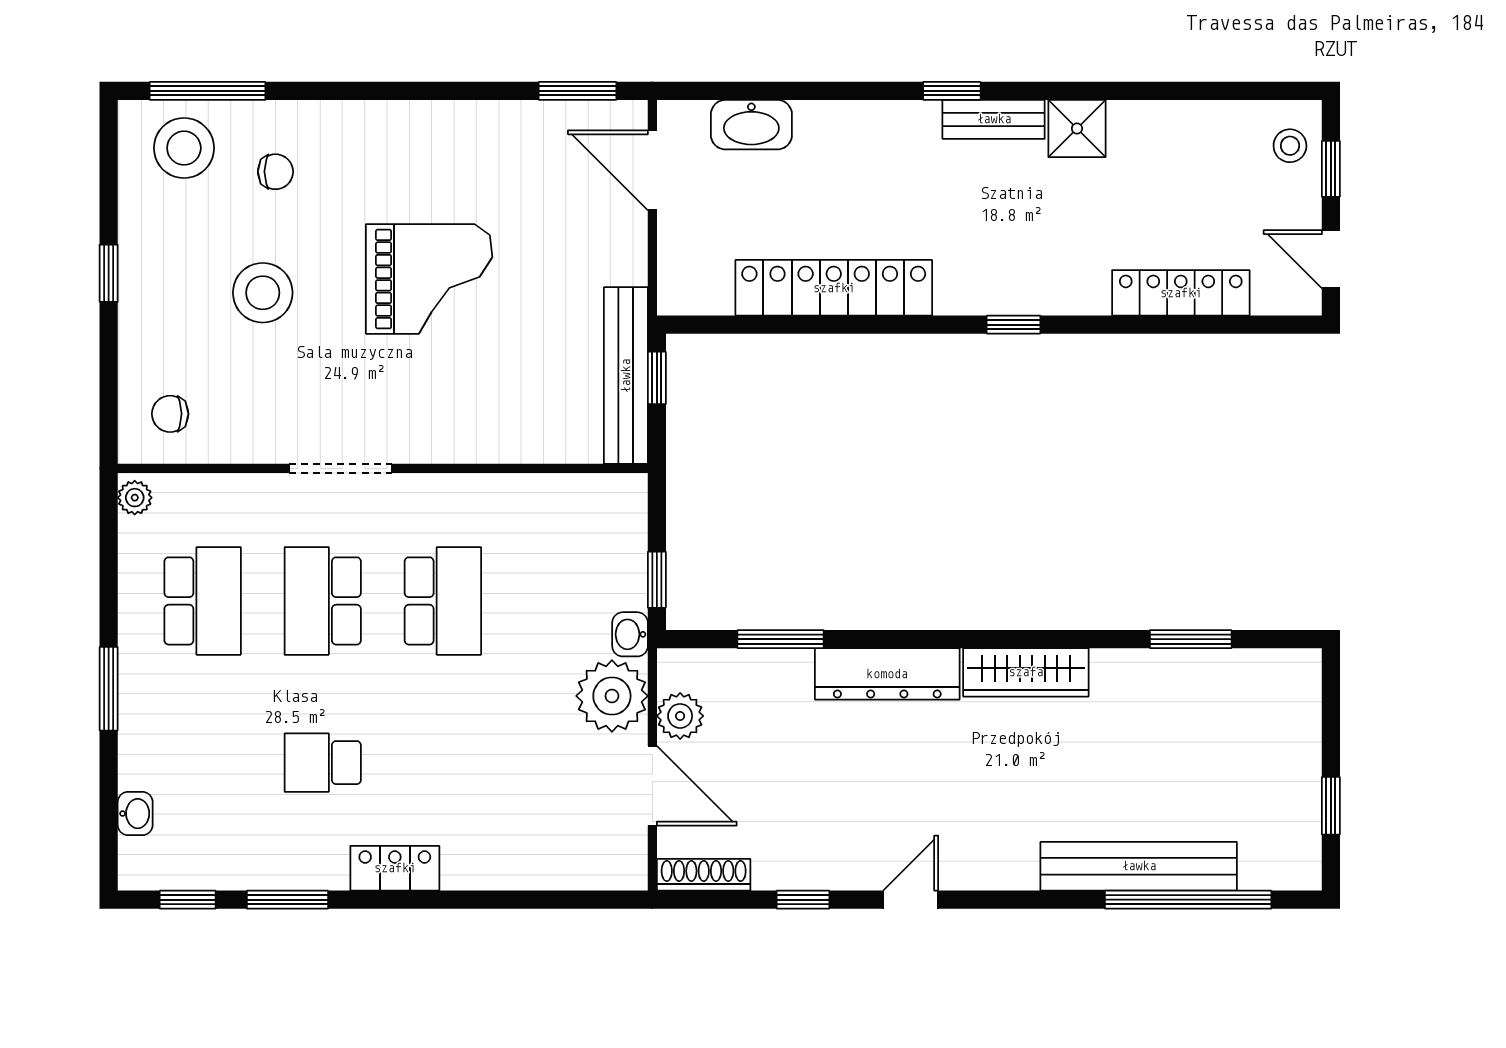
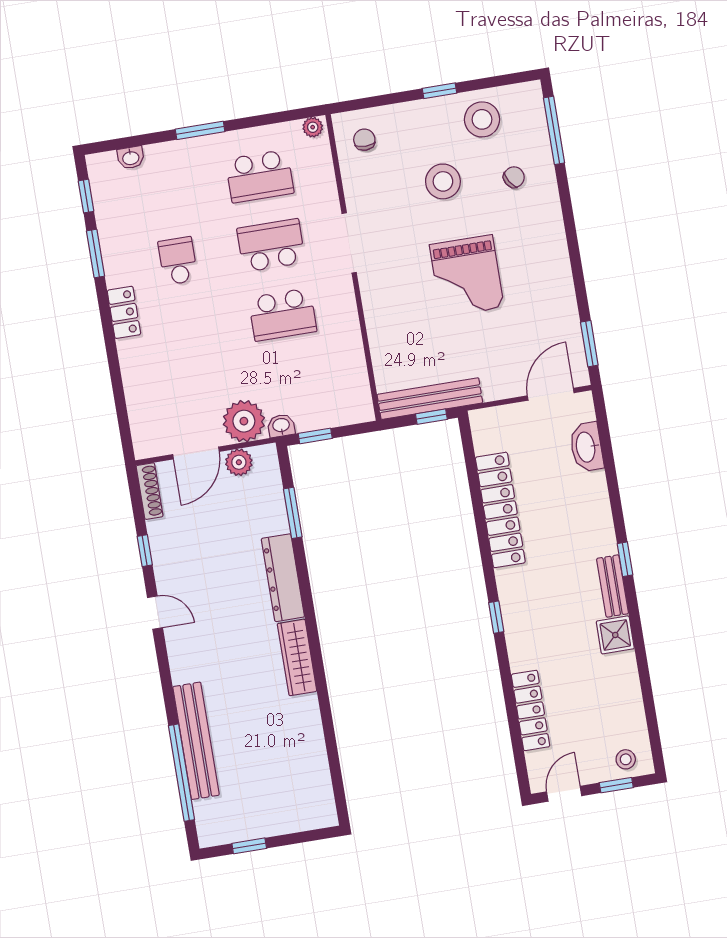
stool: (184, 148) -> (482, 119), moved
chair: (275, 172) -> (514, 177), turned -121
window: (1191, 639) -> (332, 749), removed

